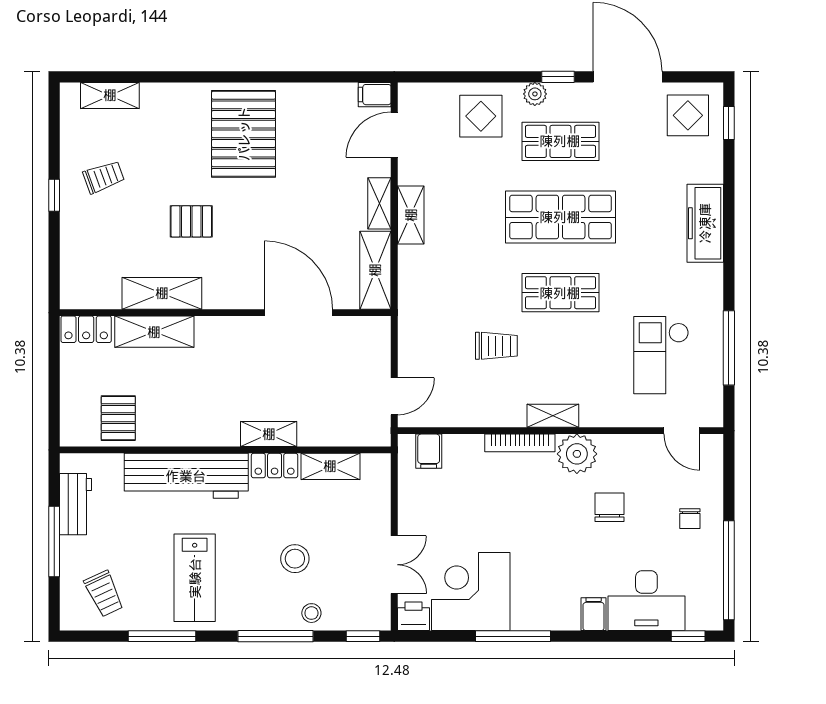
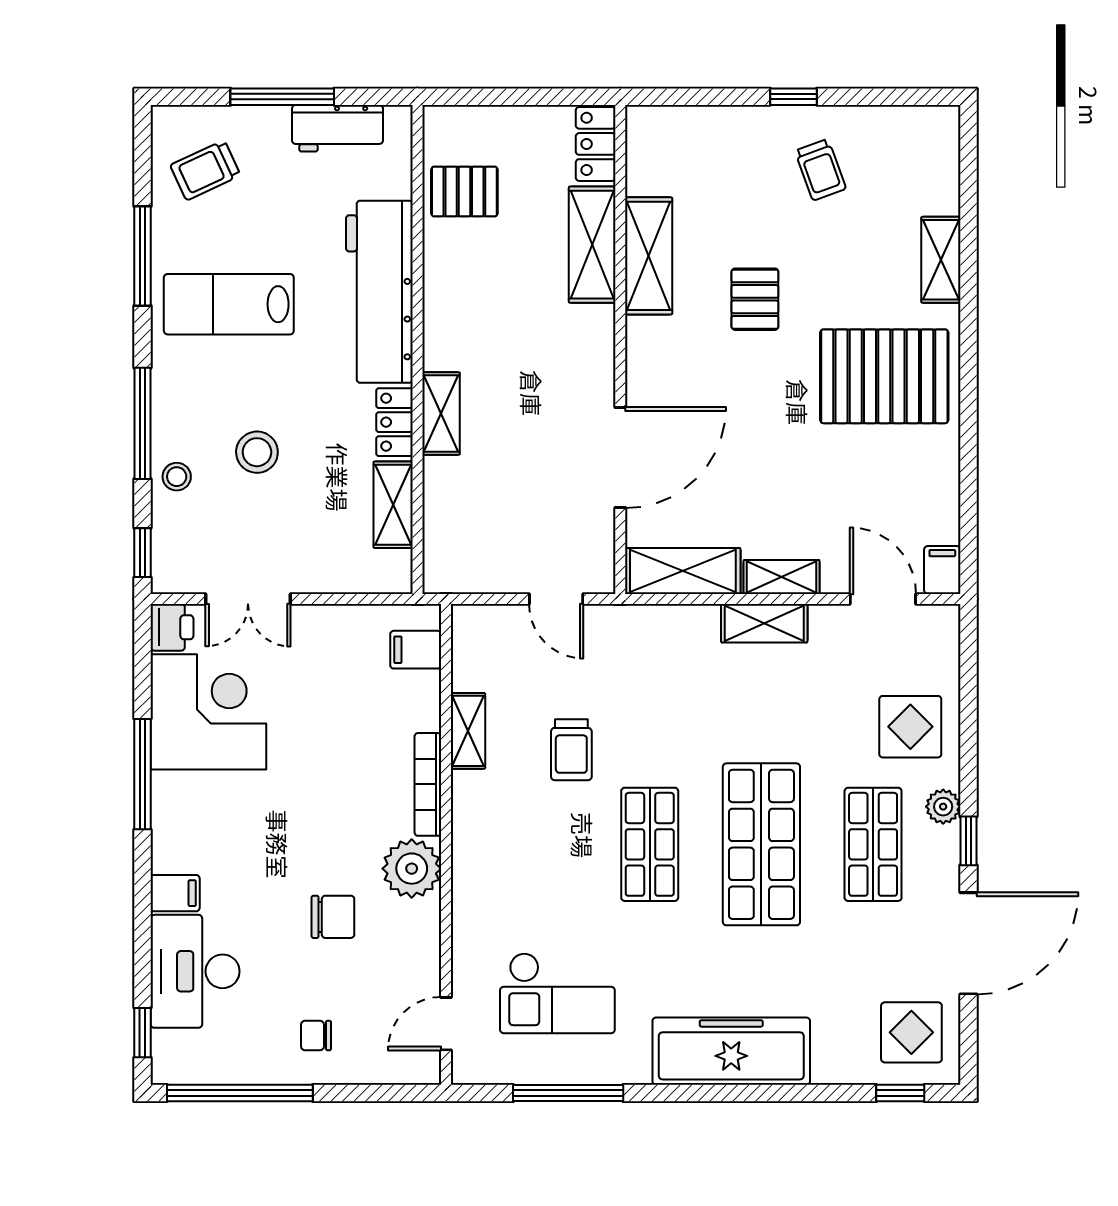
shelving: (110, 95) -> (941, 260), moved
freezer: (705, 223) -> (731, 1051), width x1.36, depth x1.26
checkout: (661, 355) -> (557, 993), turned 180
door: (394, 396) -> (556, 599), moved
shelving: (553, 416) -> (468, 731), moved

